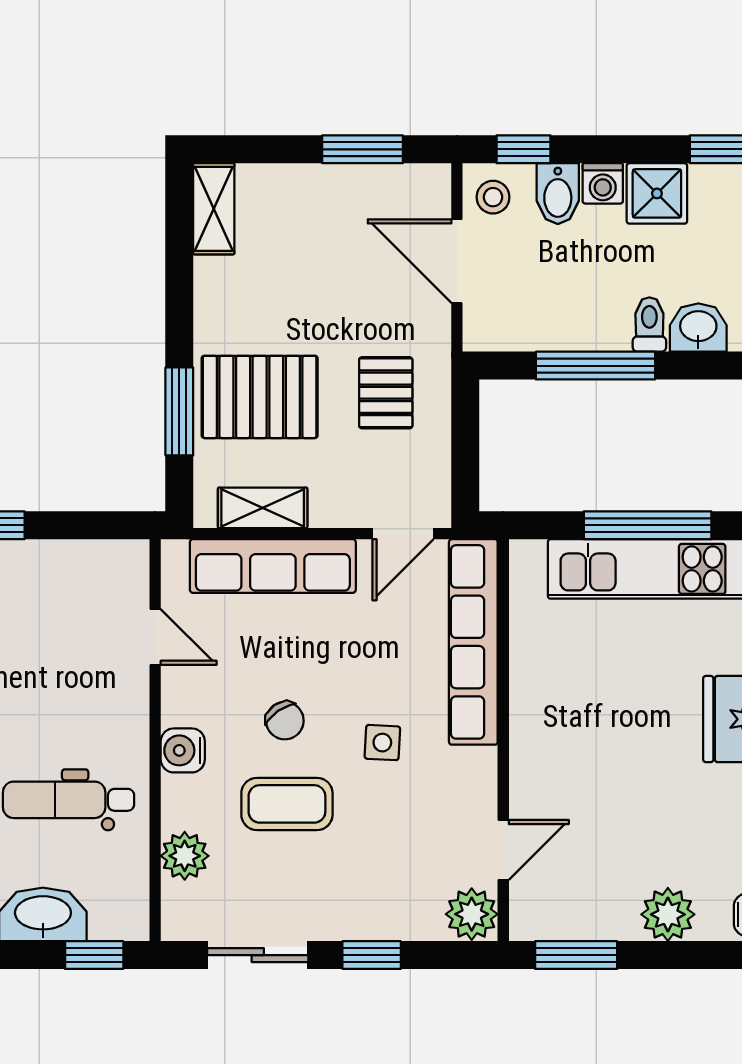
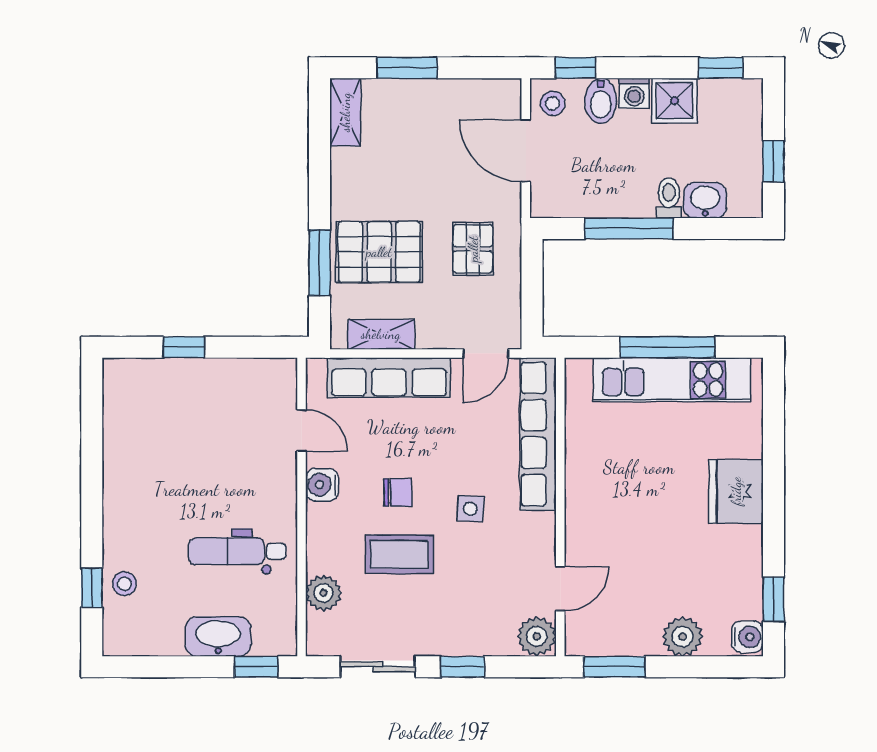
window: (363, 149) -> (407, 68), moved
chair: (285, 721) -> (398, 492), turned -55
water cooler: (183, 750) -> (322, 485), moved

